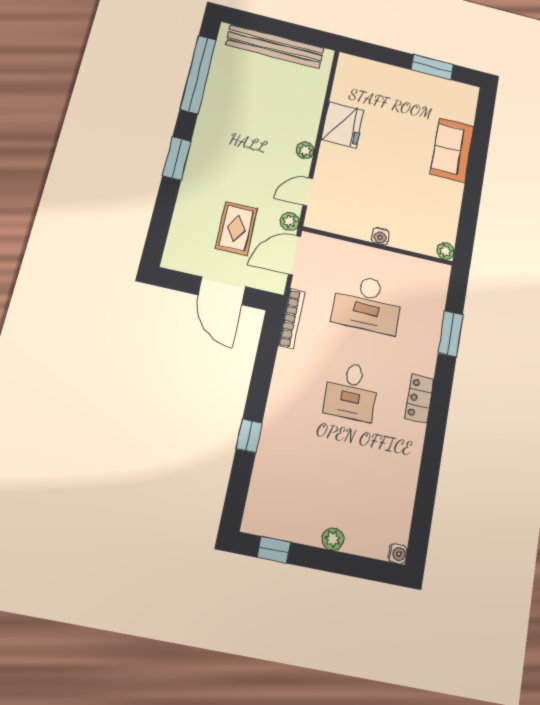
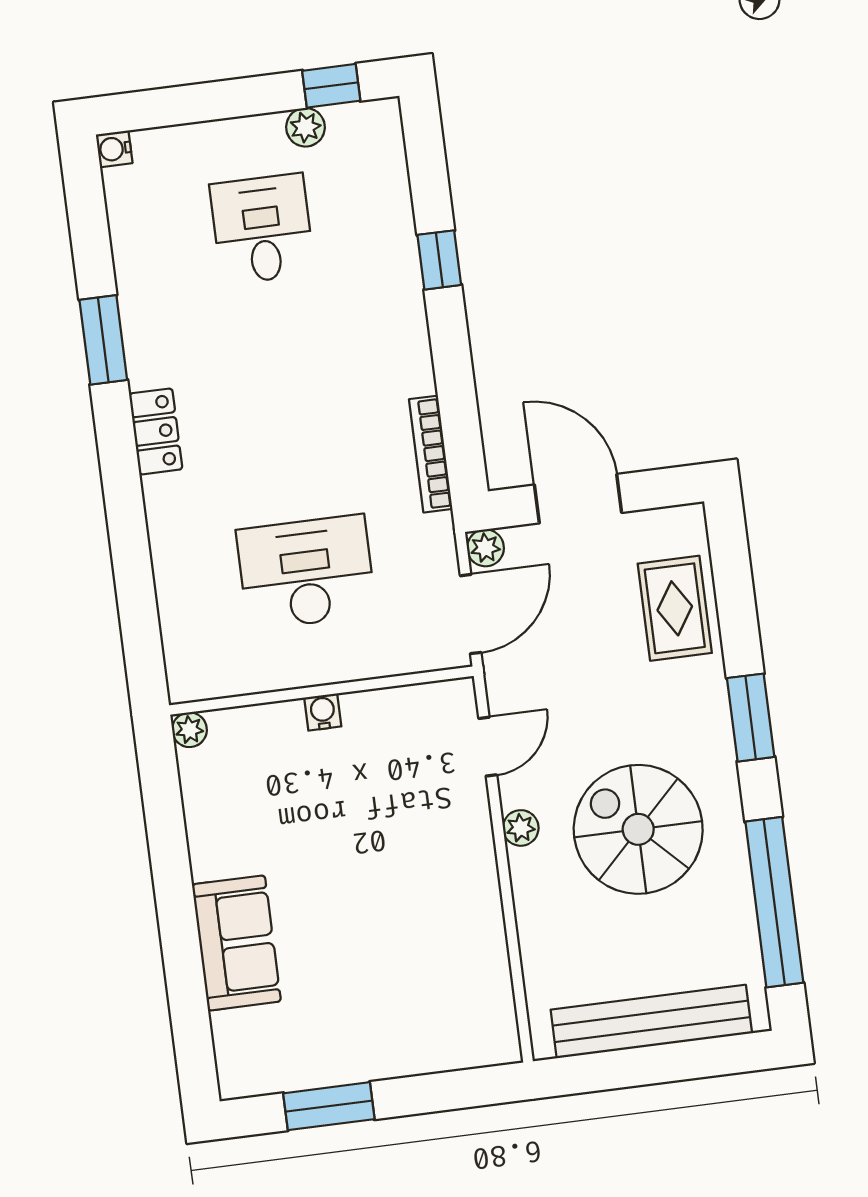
fridge: (343, 125) -> (467, 910), removed
spiral stairs: (250, 129) -> (638, 829), added
plant: (290, 221) -> (485, 548), moved
rug: (236, 229) -> (675, 608), moved
bookcase: (292, 319) -> (431, 454), moved
window: (450, 334) -> (103, 340), moved
desk: (351, 391) -> (262, 229), moved
plant: (333, 539) -> (305, 127), moved

